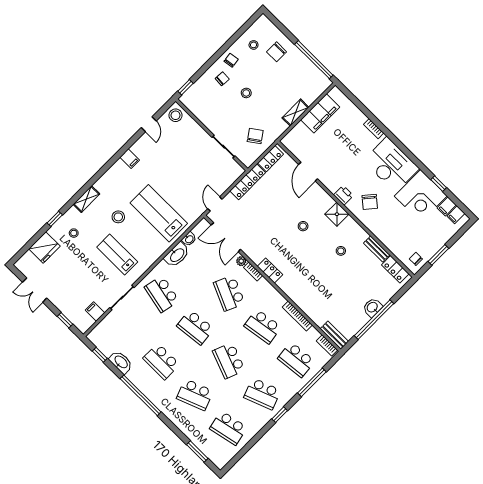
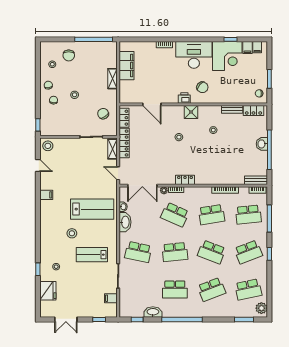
shelving: (86, 199) -> (113, 149), moved
lab bench: (159, 213) -> (92, 209), turned 180
plant: (223, 457) -> (261, 308), added

